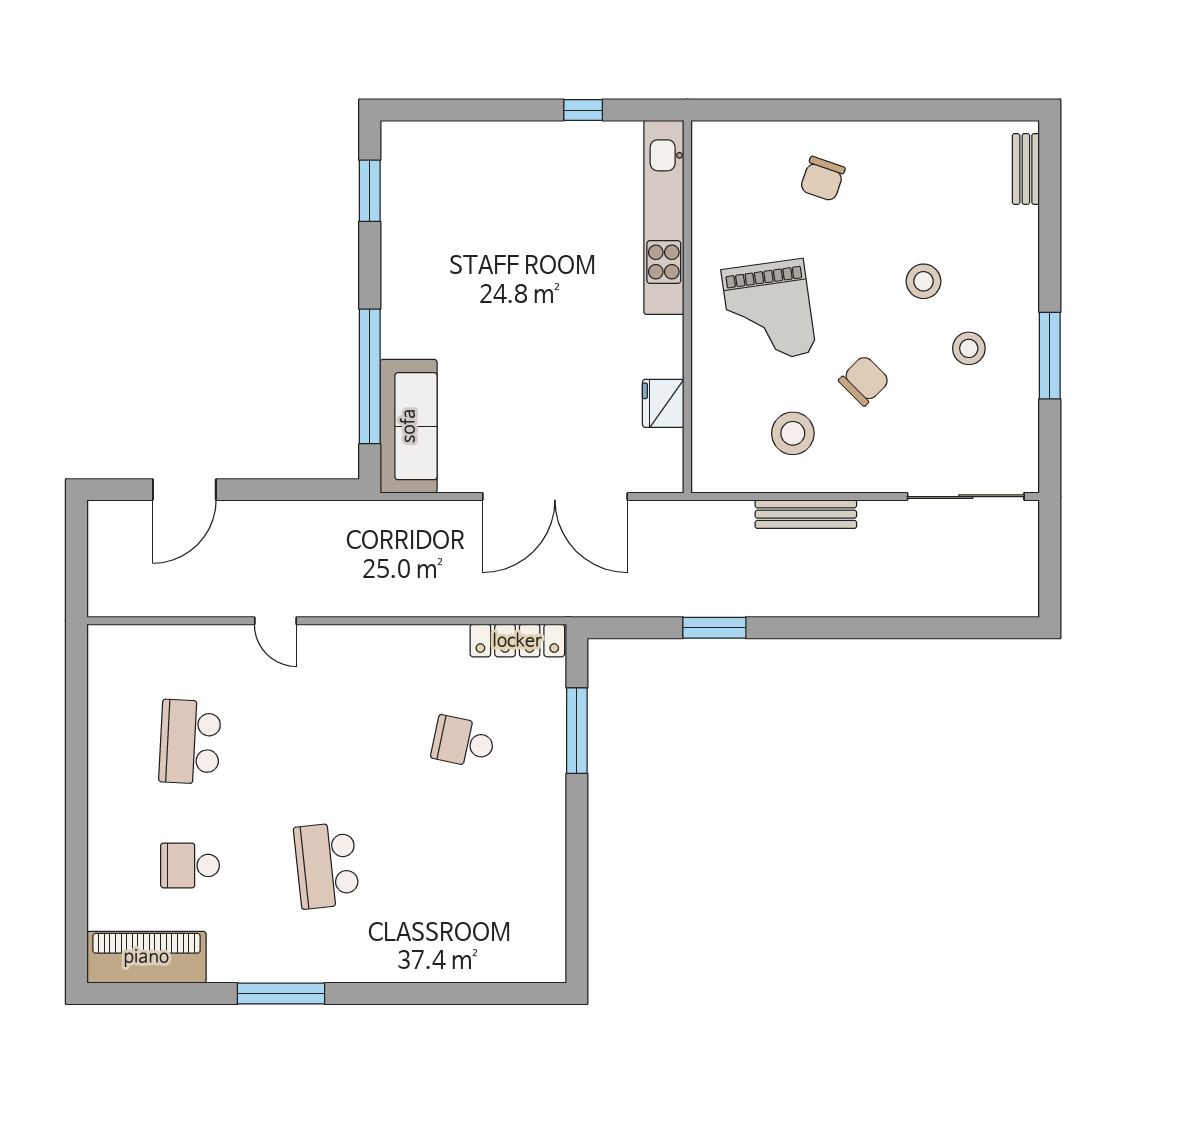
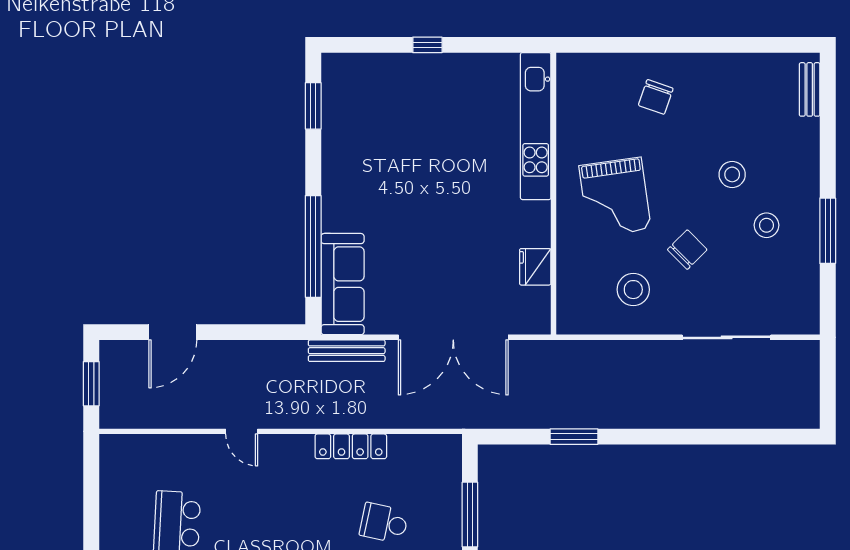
window: (583, 110) -> (427, 45), moved
sliding door: (966, 497) -> (727, 337), moved
bench: (806, 514) -> (347, 351), moved
window: (76, 558) -> (91, 384), added
locker: (517, 641) -> (351, 446), moved

